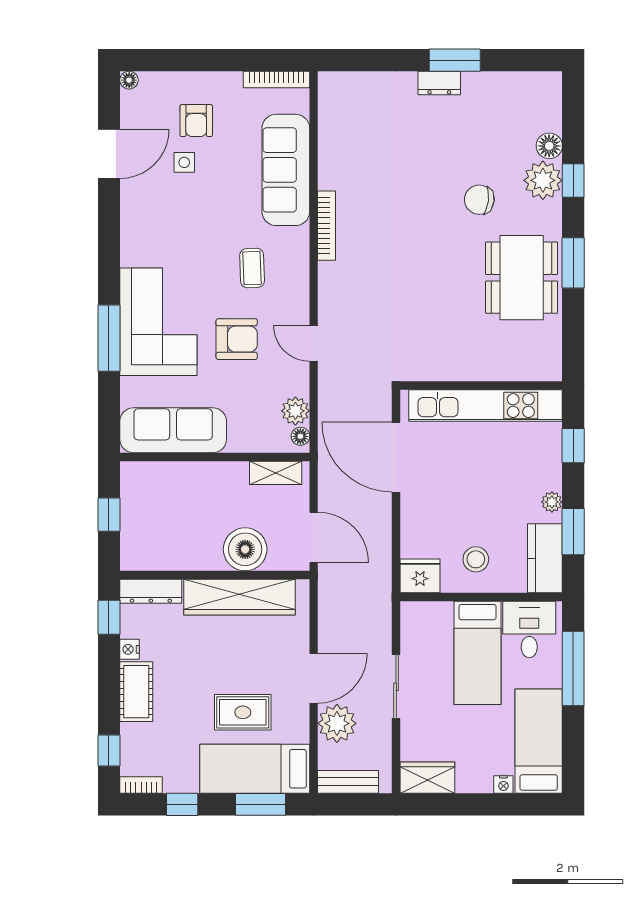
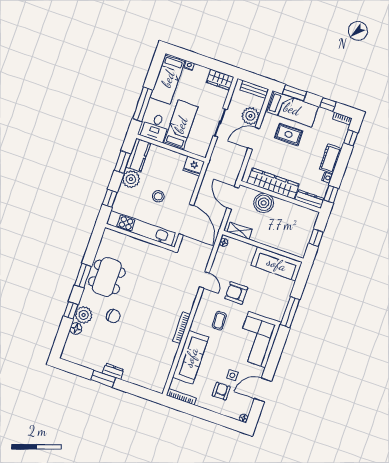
corner sofa: (158, 322) -> (257, 340), moved
plant: (295, 411) -> (222, 254), removed
plant: (552, 502) -> (131, 179), width x1.88, depth x1.88
stool: (476, 559) -> (158, 196), moved

